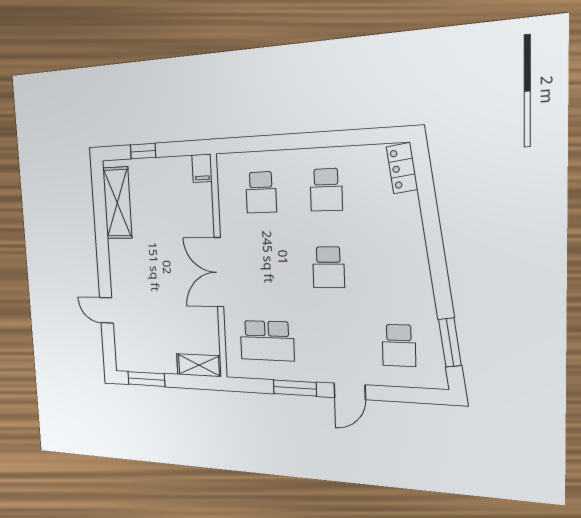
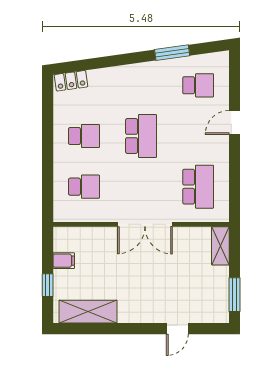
filing cabinet: (202, 168) -> (64, 261), moved
school desk: (329, 267) -> (141, 136), width x1.85
window: (450, 342) -> (172, 53), moved
window: (295, 388) -> (234, 165), removed
door: (350, 391) -> (234, 123), swing flipped

